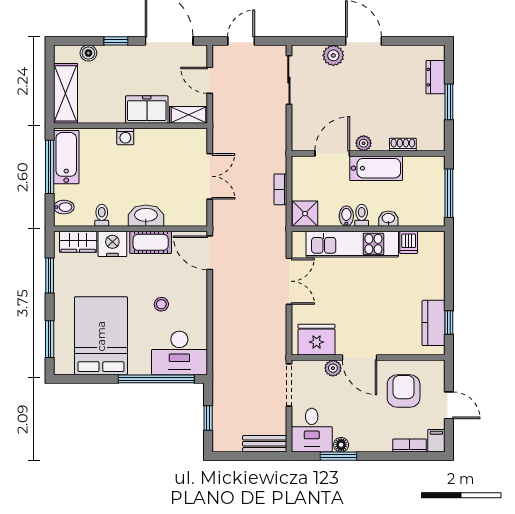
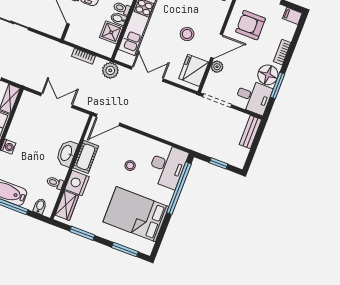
shower: (305, 214) -> (111, 32), moved
plant: (275, 231) -> (110, 70), added
stool: (361, 313) -> (187, 34), added
floor lamp: (341, 445) -> (268, 75), width x1.89, depth x1.89
bookcase: (410, 445) -> (282, 52), moved

